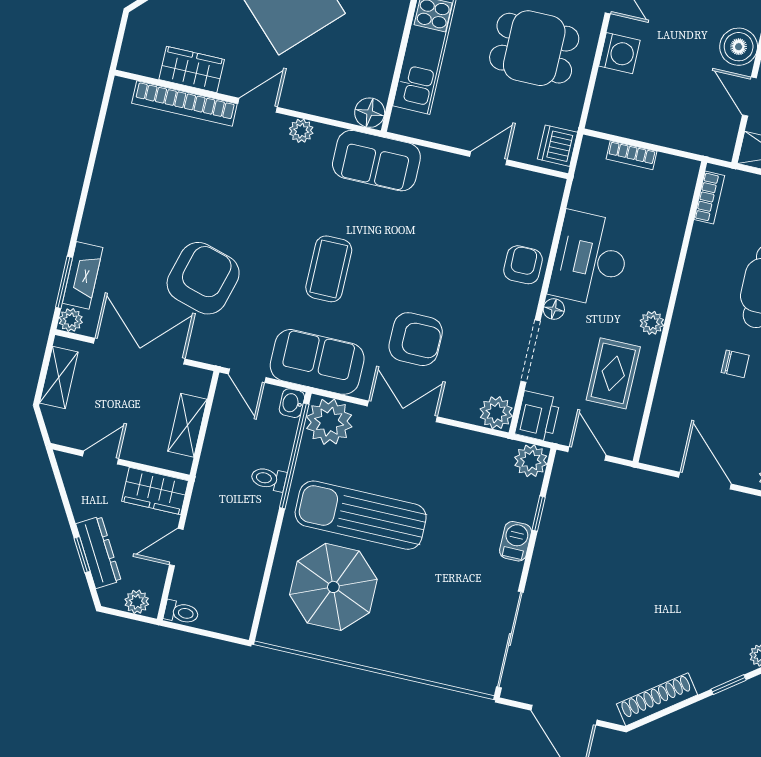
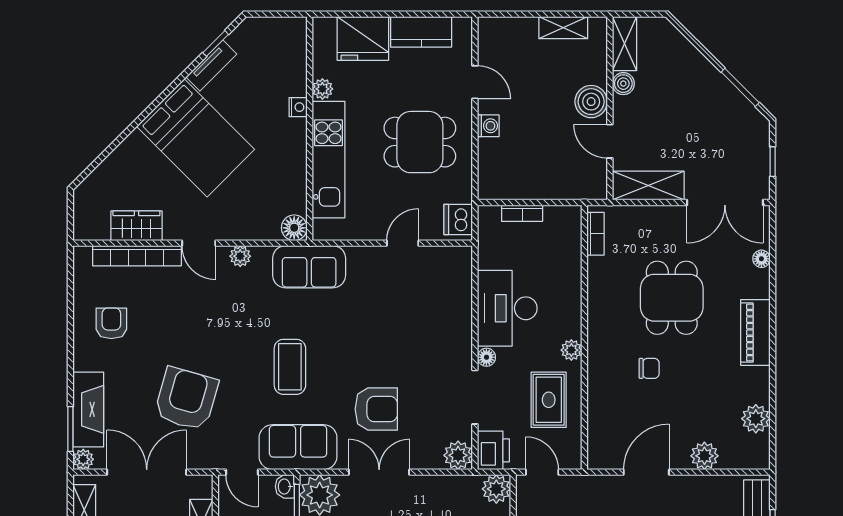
washing machine: (619, 53) -> (488, 126), width x0.73, depth x0.73
door: (258, 105) -> (199, 243), swing flipped
armchair: (523, 265) -> (111, 323), moved
fireplace: (83, 275) -> (88, 409), width x1.37, depth x1.32
door: (705, 481) -> (646, 472), hinge flipped

